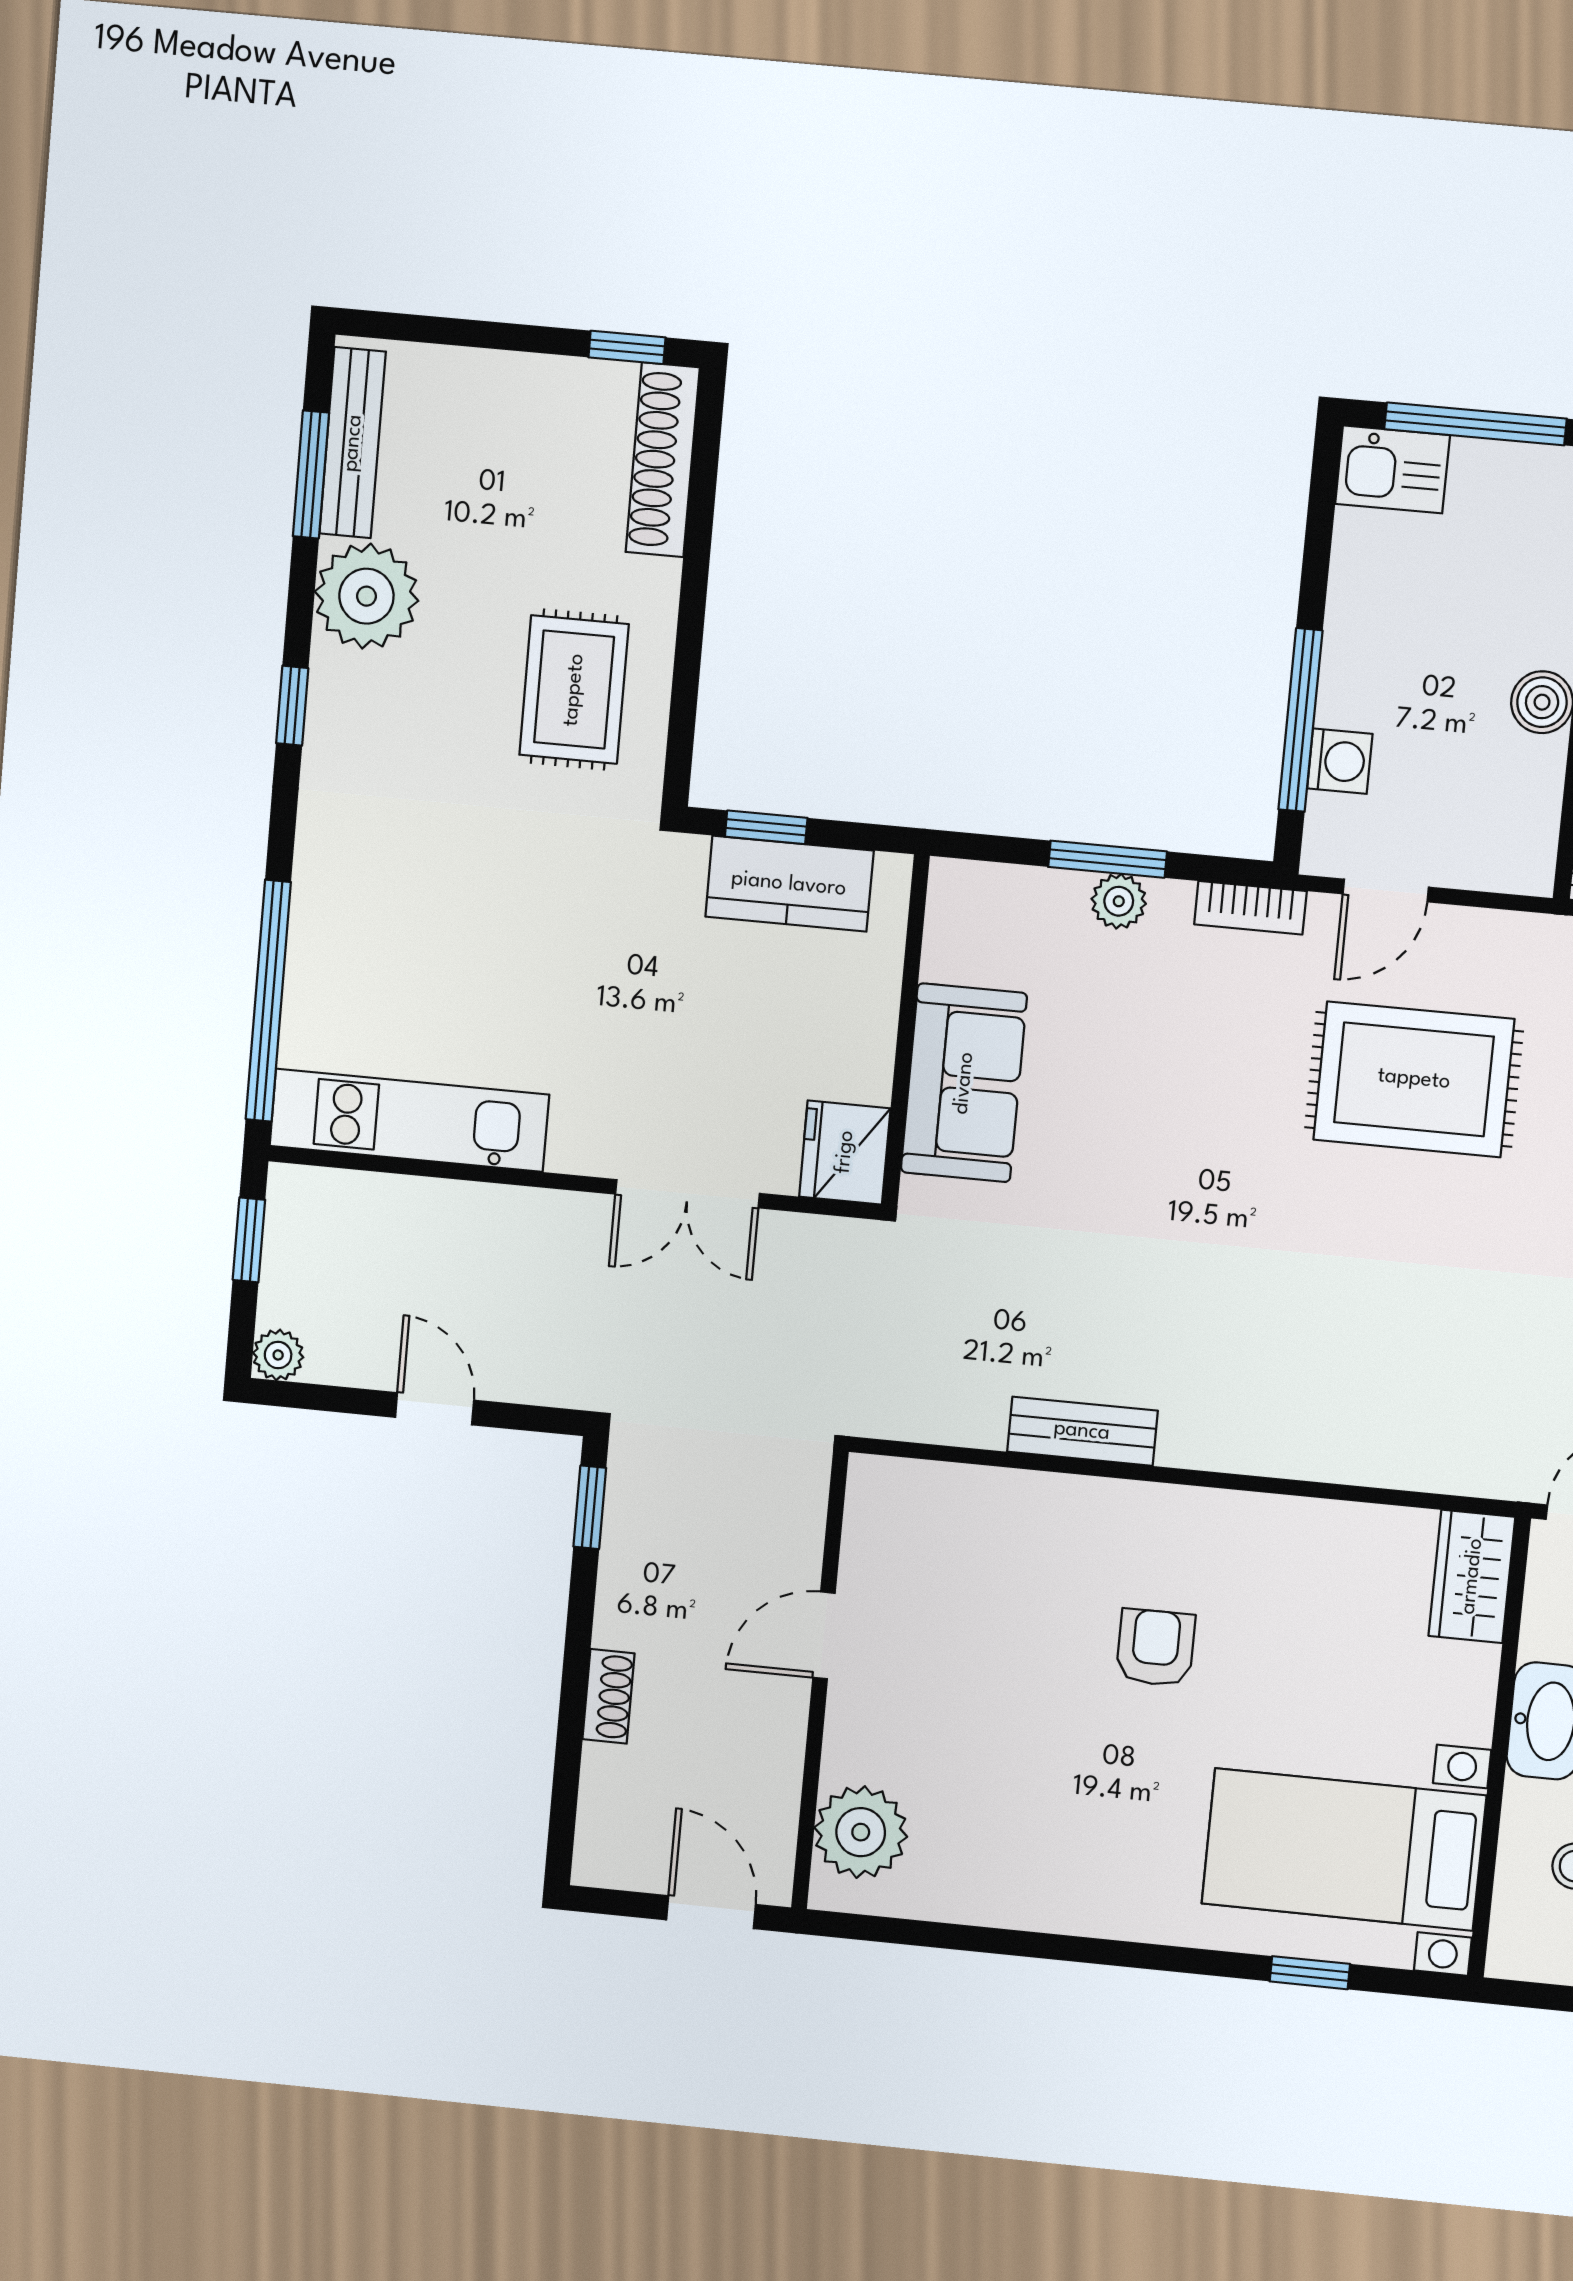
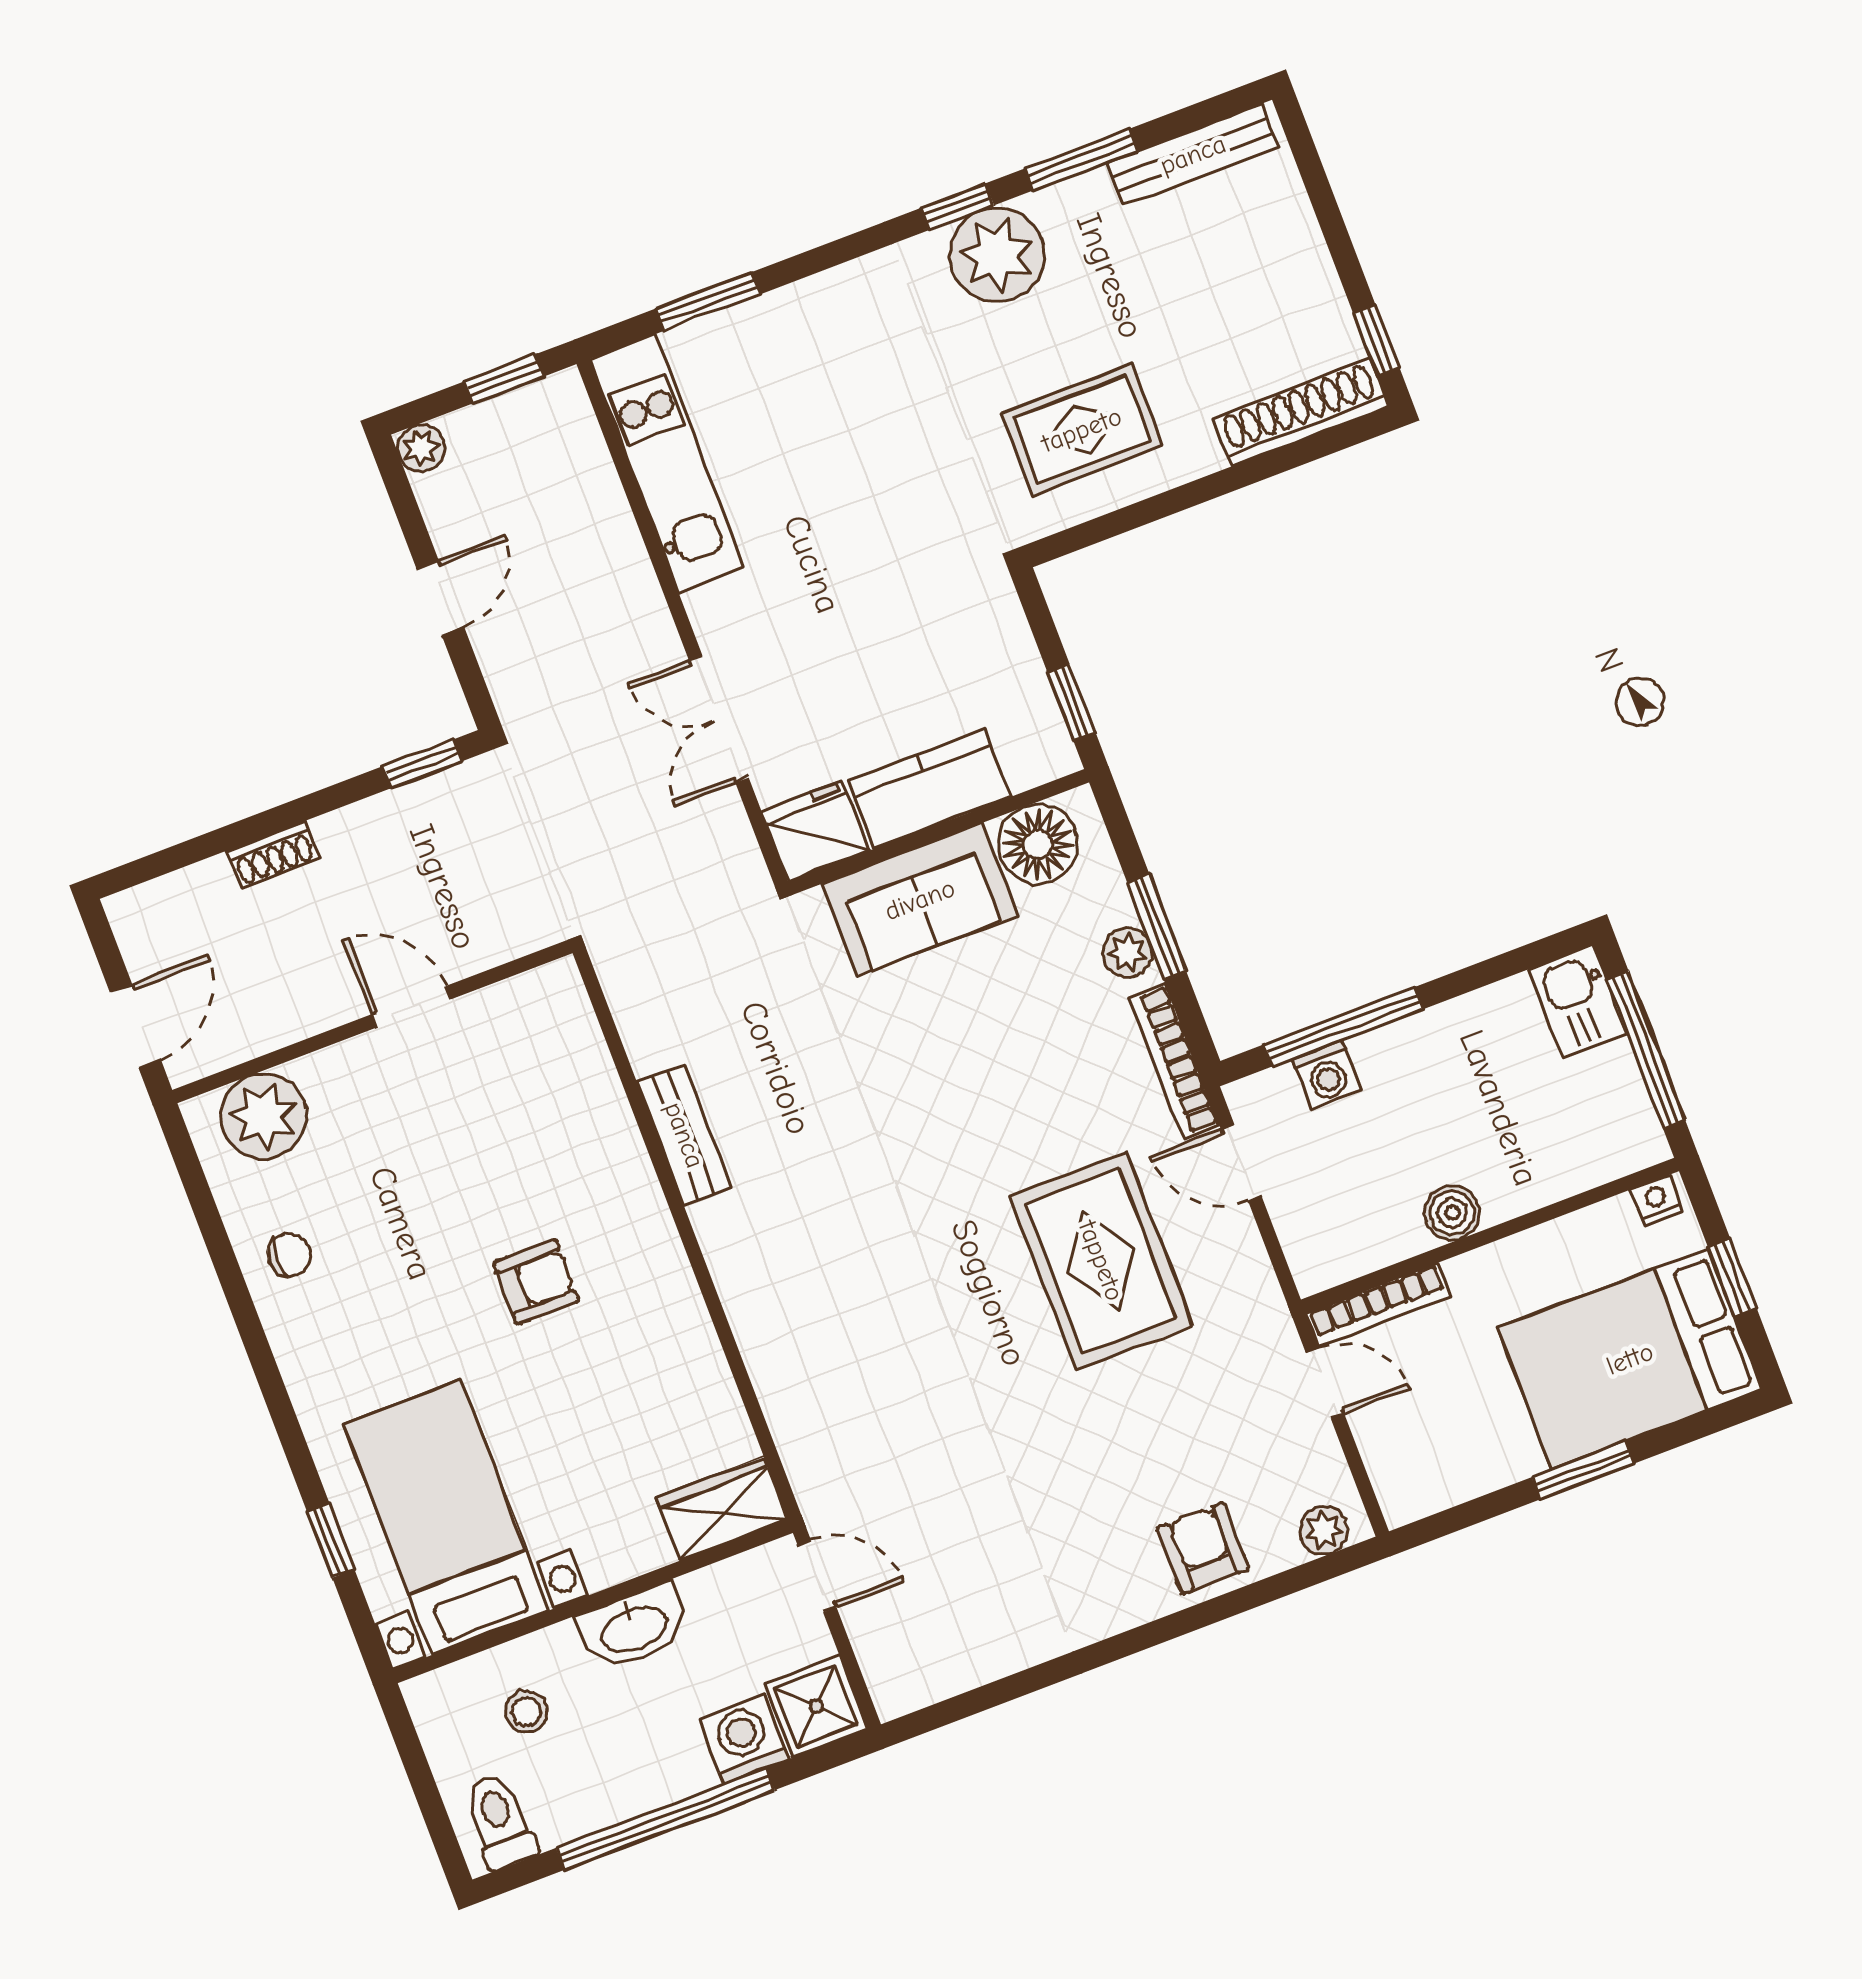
window: (311, 474) -> (1081, 160), moved
plant: (366, 596) -> (997, 255), moved
window: (766, 827) -> (1071, 702), moved
kitchen counter: (789, 884) -> (930, 789), moved, turned 90
bookcase: (1250, 908) -> (1174, 1061), width x1.56
floor lamp: (967, 938) -> (1038, 844), added
window: (268, 1001) -> (708, 301), width x0.47
chair: (1009, 1874) -> (289, 1255), added

